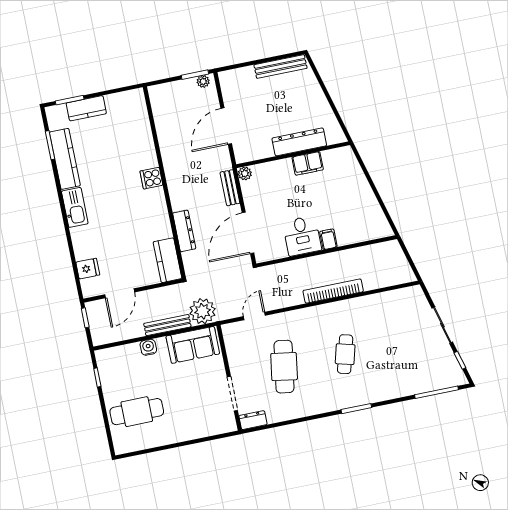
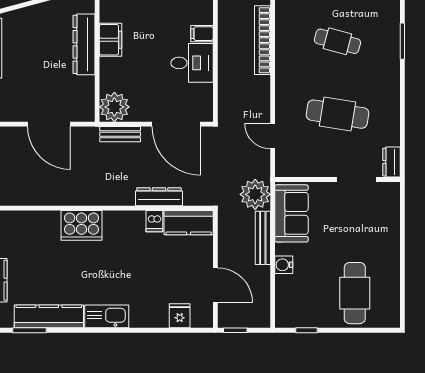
plant: (245, 173) -> (114, 107), width x1.87, depth x1.87
cooker: (151, 178) -> (82, 225), width x1.87, depth x1.31
dishwasher: (163, 231) -> (154, 221), added

